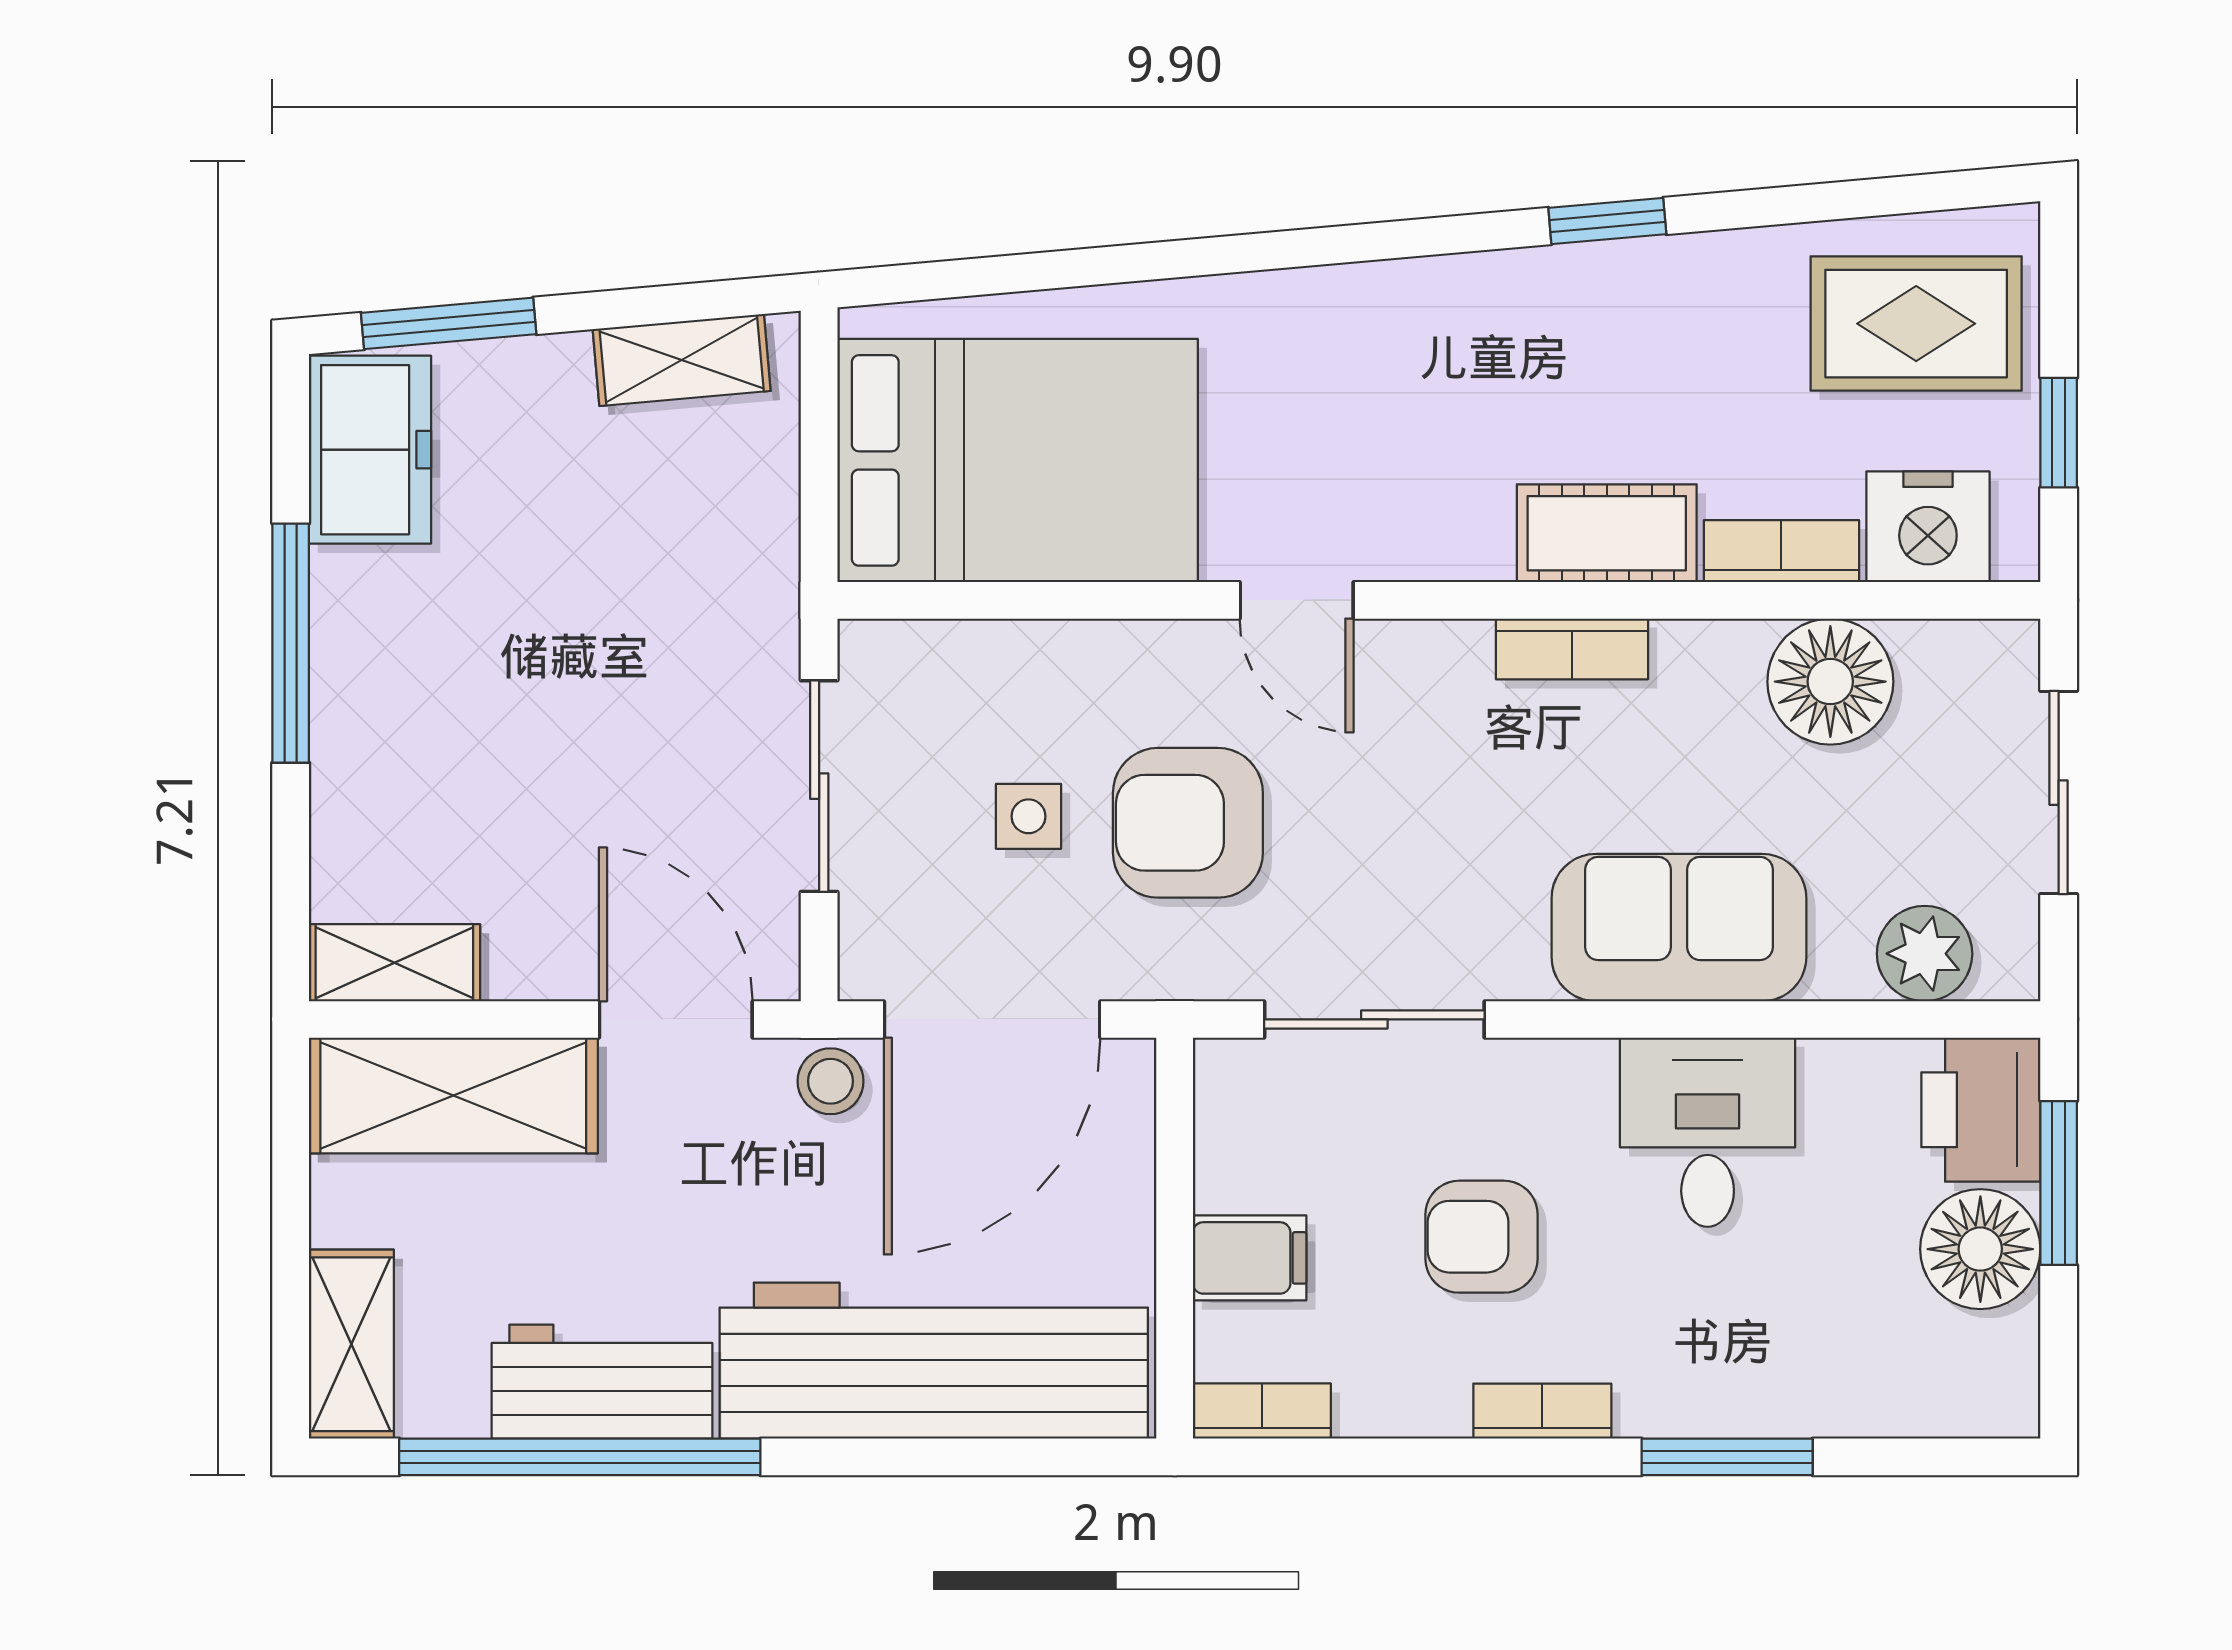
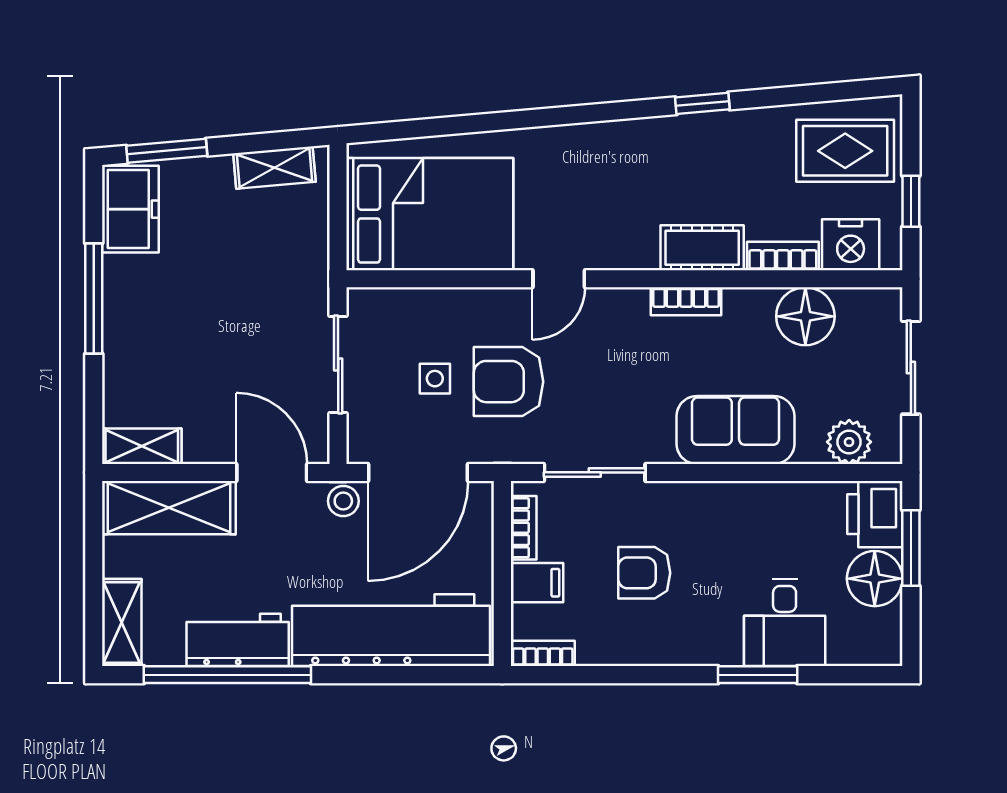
door: (1297, 600) -> (559, 279), hinge flipped
desk: (1708, 1132) -> (785, 623), moved, turned 180
bookcase: (1542, 1411) -> (524, 528), moved, turned 90

